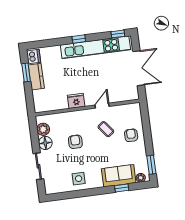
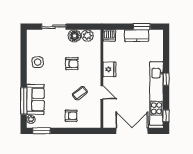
dishwasher: (34, 57) -> (109, 35), moved
double door: (139, 68) -> (132, 131), swing flipped
window: (122, 188) -> (24, 101), width x2.17

